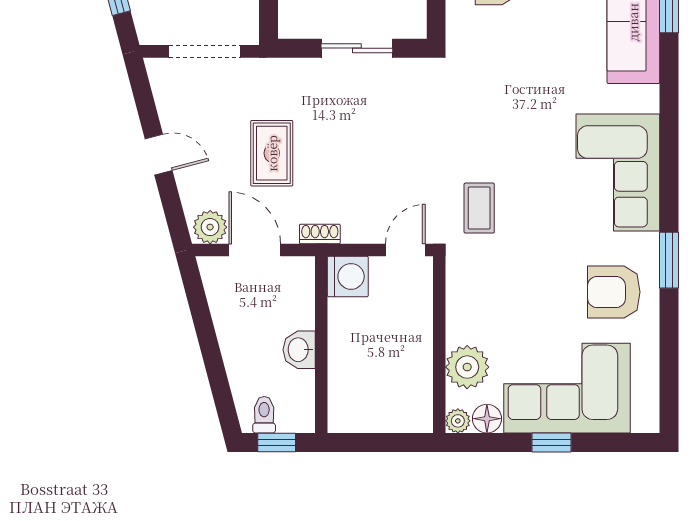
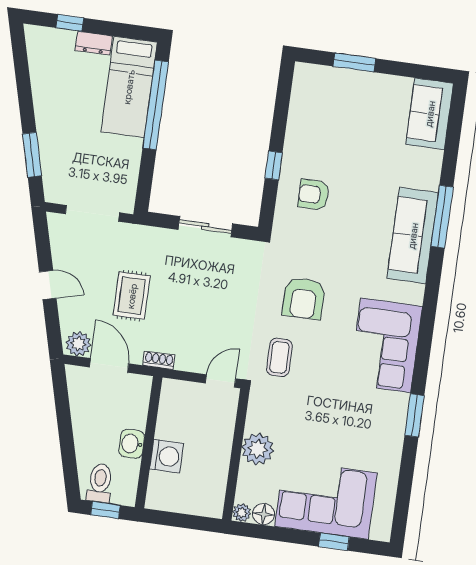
washing machine: (348, 276) -> (167, 456), moved
armchair: (614, 292) -> (304, 298), moved, turned -90
plant: (467, 367) -> (258, 449), moved
toilet: (264, 415) -> (100, 483), width x1.37, depth x1.39
window: (552, 442) -> (334, 542), moved

